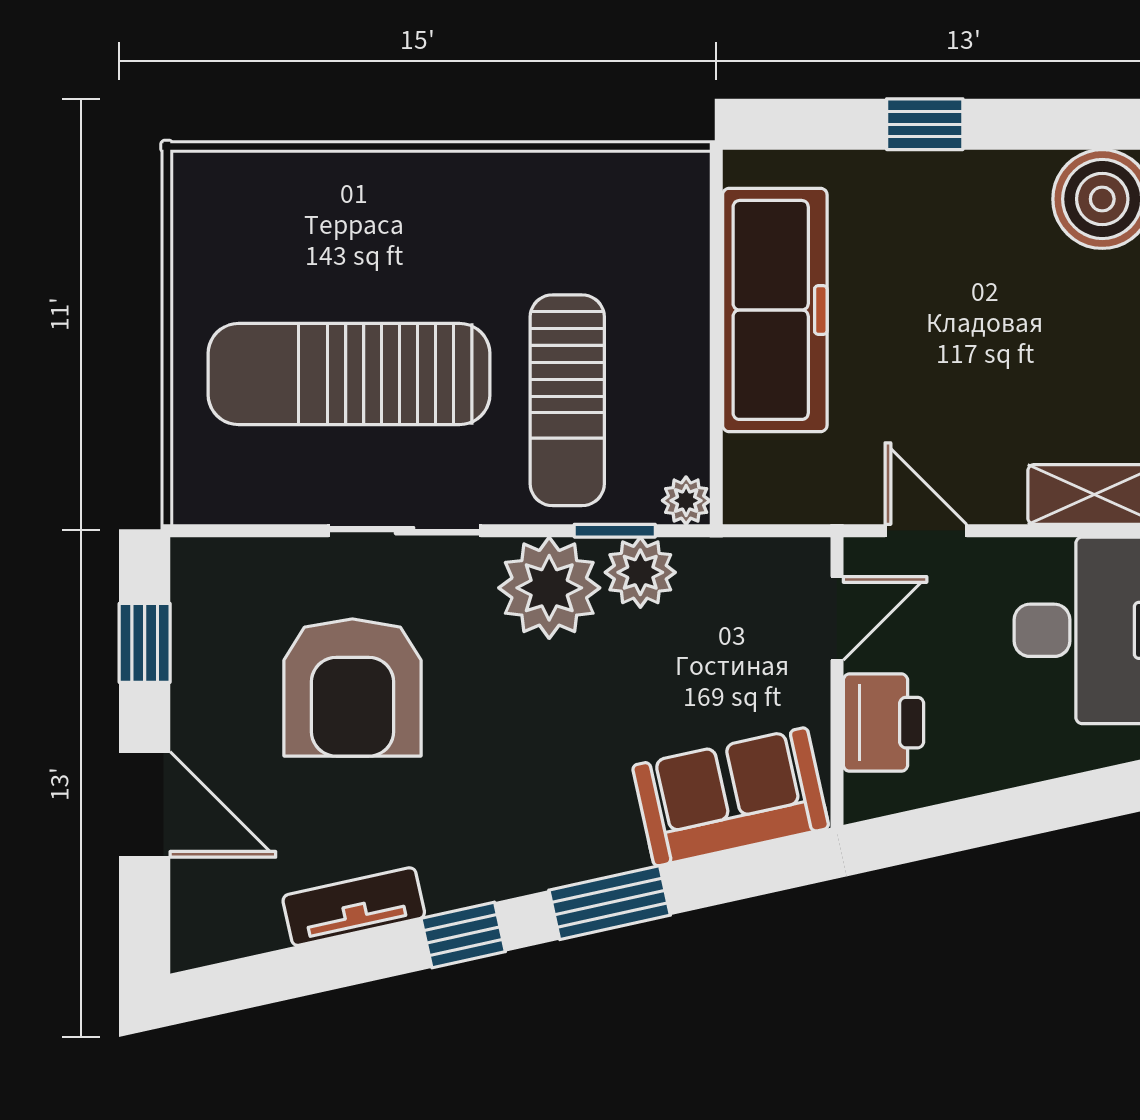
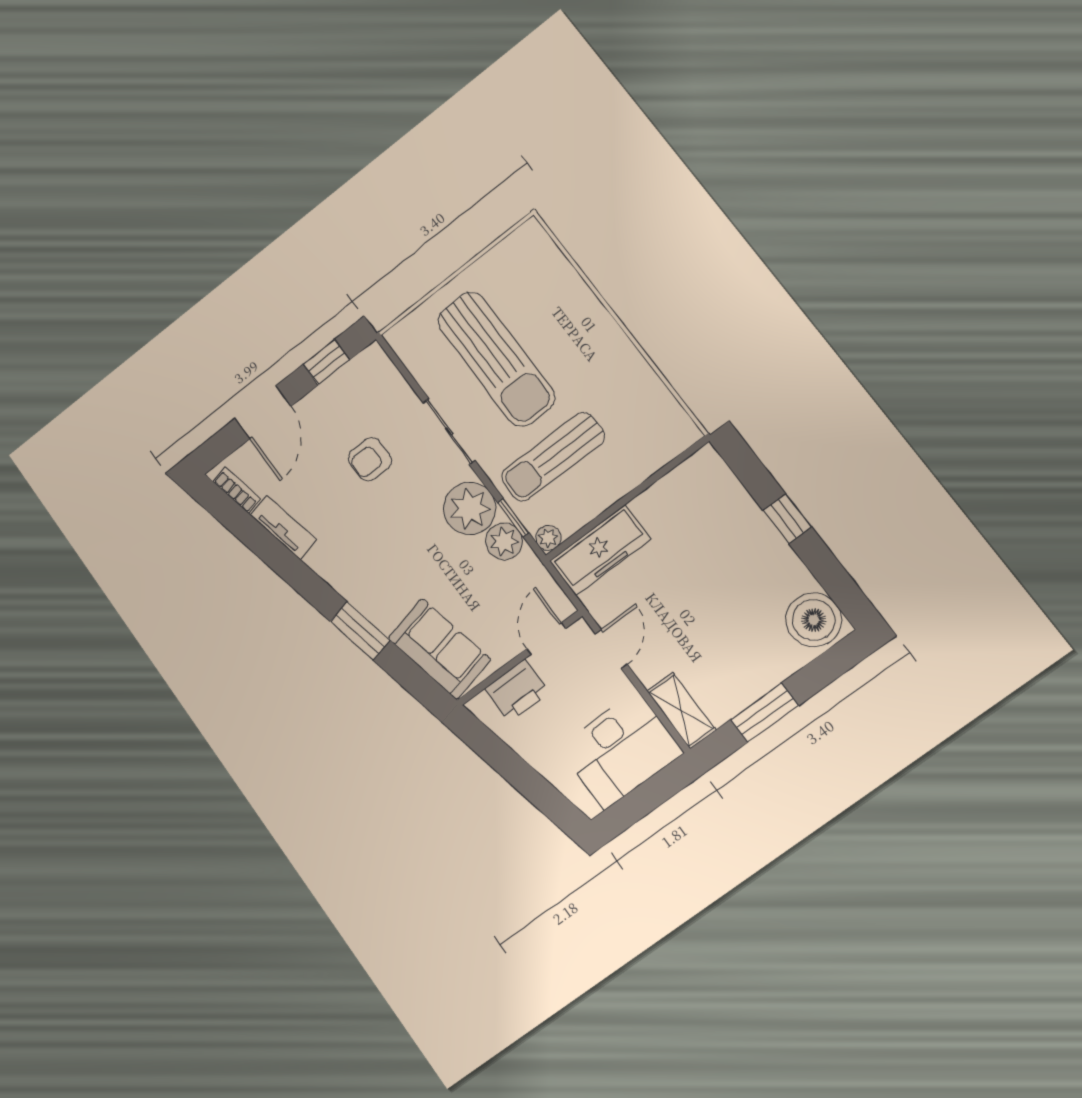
freezer: (775, 310) -> (600, 550), moved, width x0.73, depth x0.79
sun lounger: (349, 374) -> (496, 359), turned 180
door: (837, 618) -> (546, 639), swing flipped
armchair: (352, 688) -> (370, 459), width x0.53, depth x0.53
window: (463, 935) -> (304, 580), removed
bookcase: (236, 939) -> (237, 490), added

